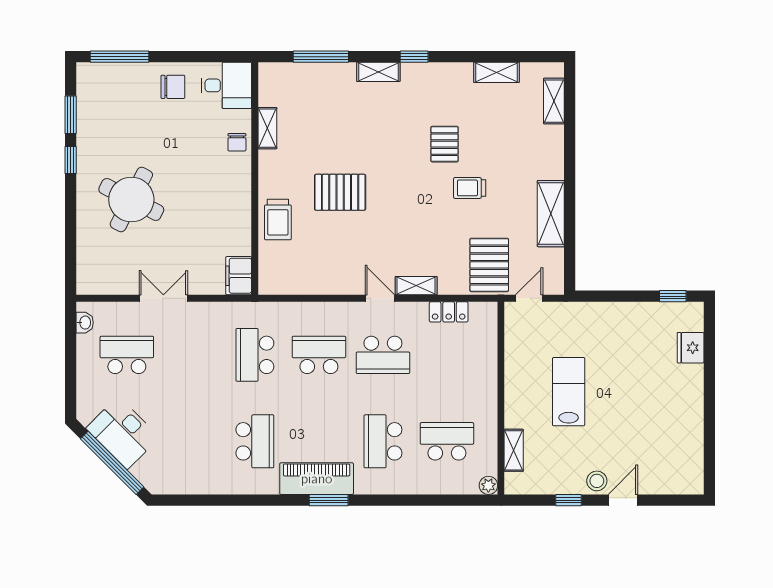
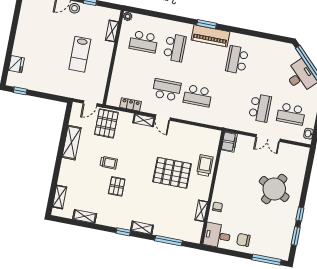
pallet: (340, 192) -> (172, 173), width x1.37, depth x1.41
school desk: (255, 355) -> (260, 108), moved

